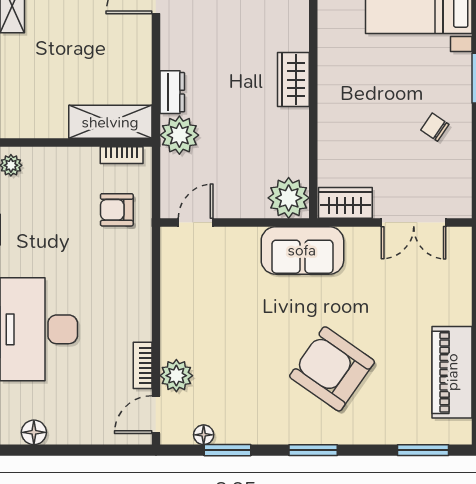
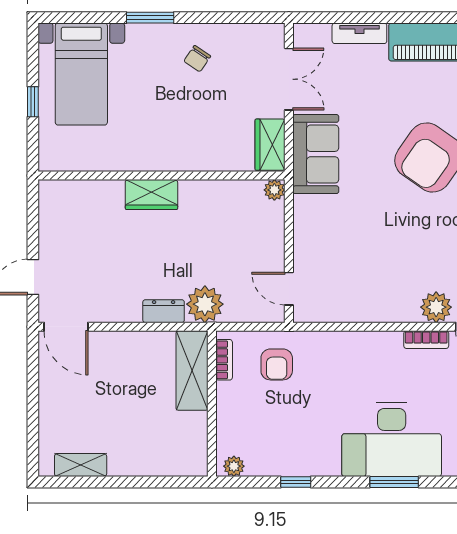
plant: (289, 198) -> (274, 190), width x0.53, depth x0.53
sofa: (302, 250) -> (316, 154), moved
tv unit: (461, 296) -> (359, 33), added

